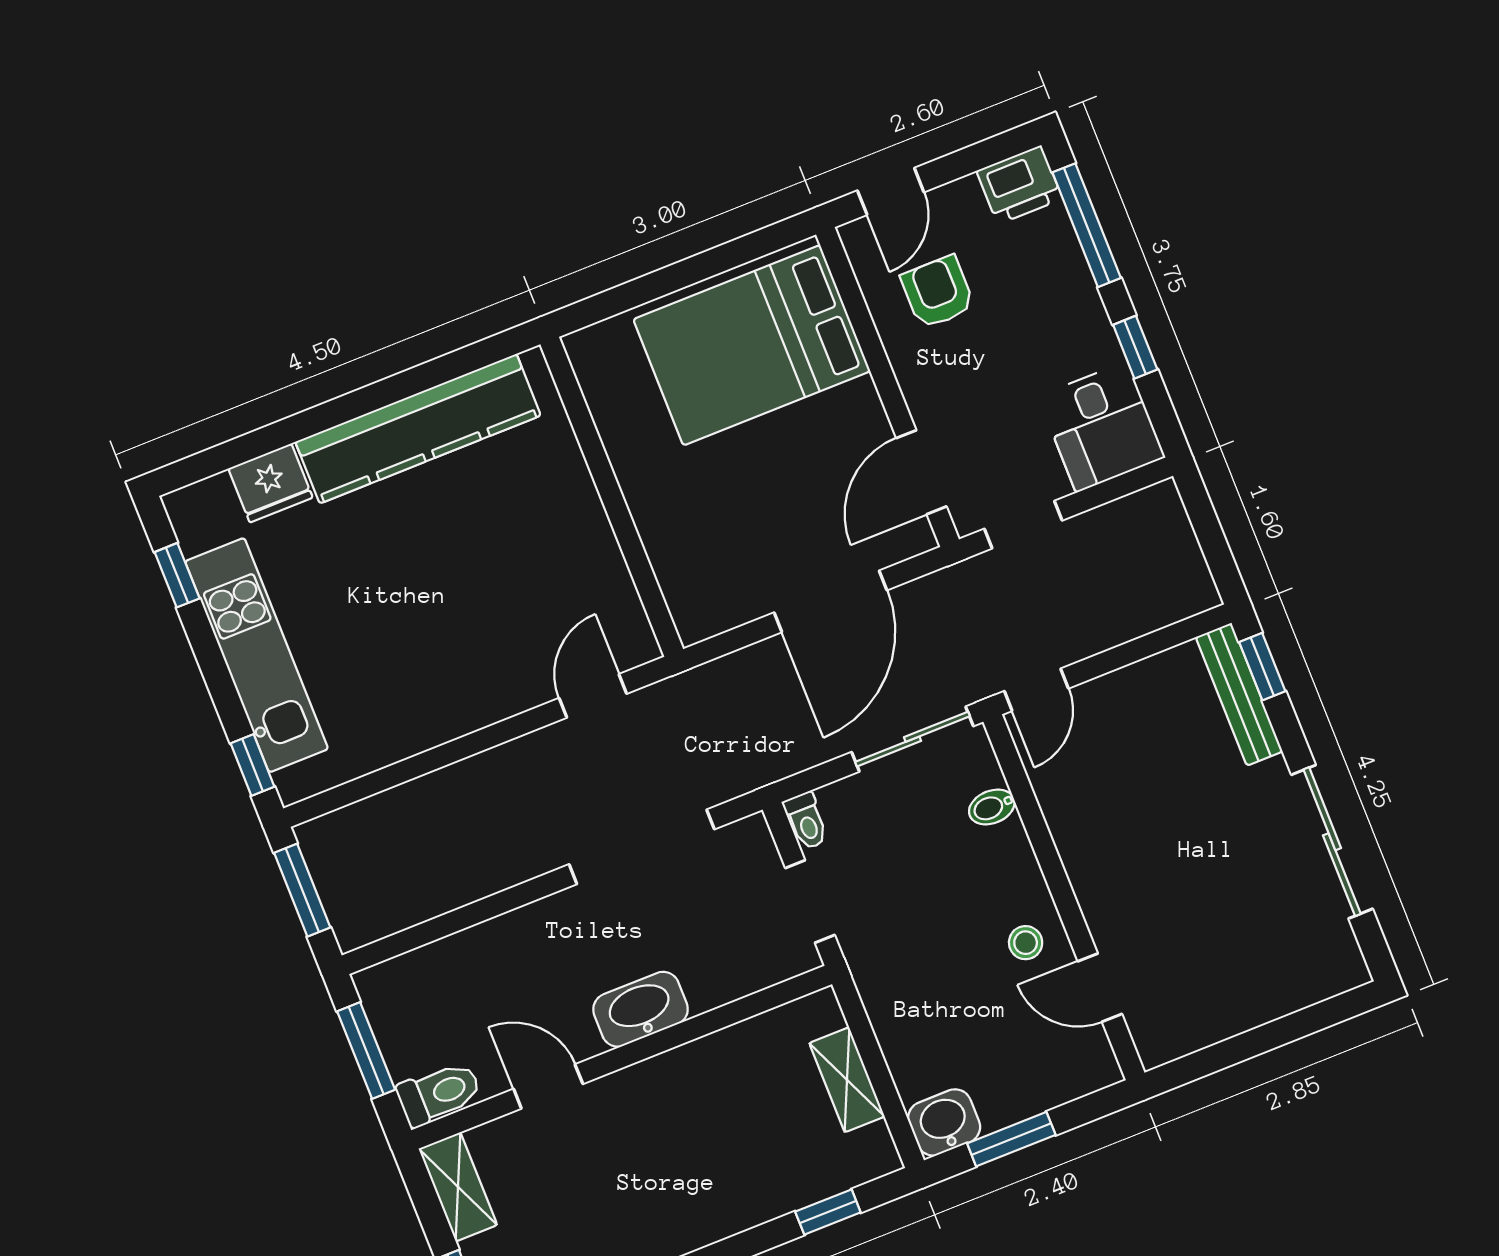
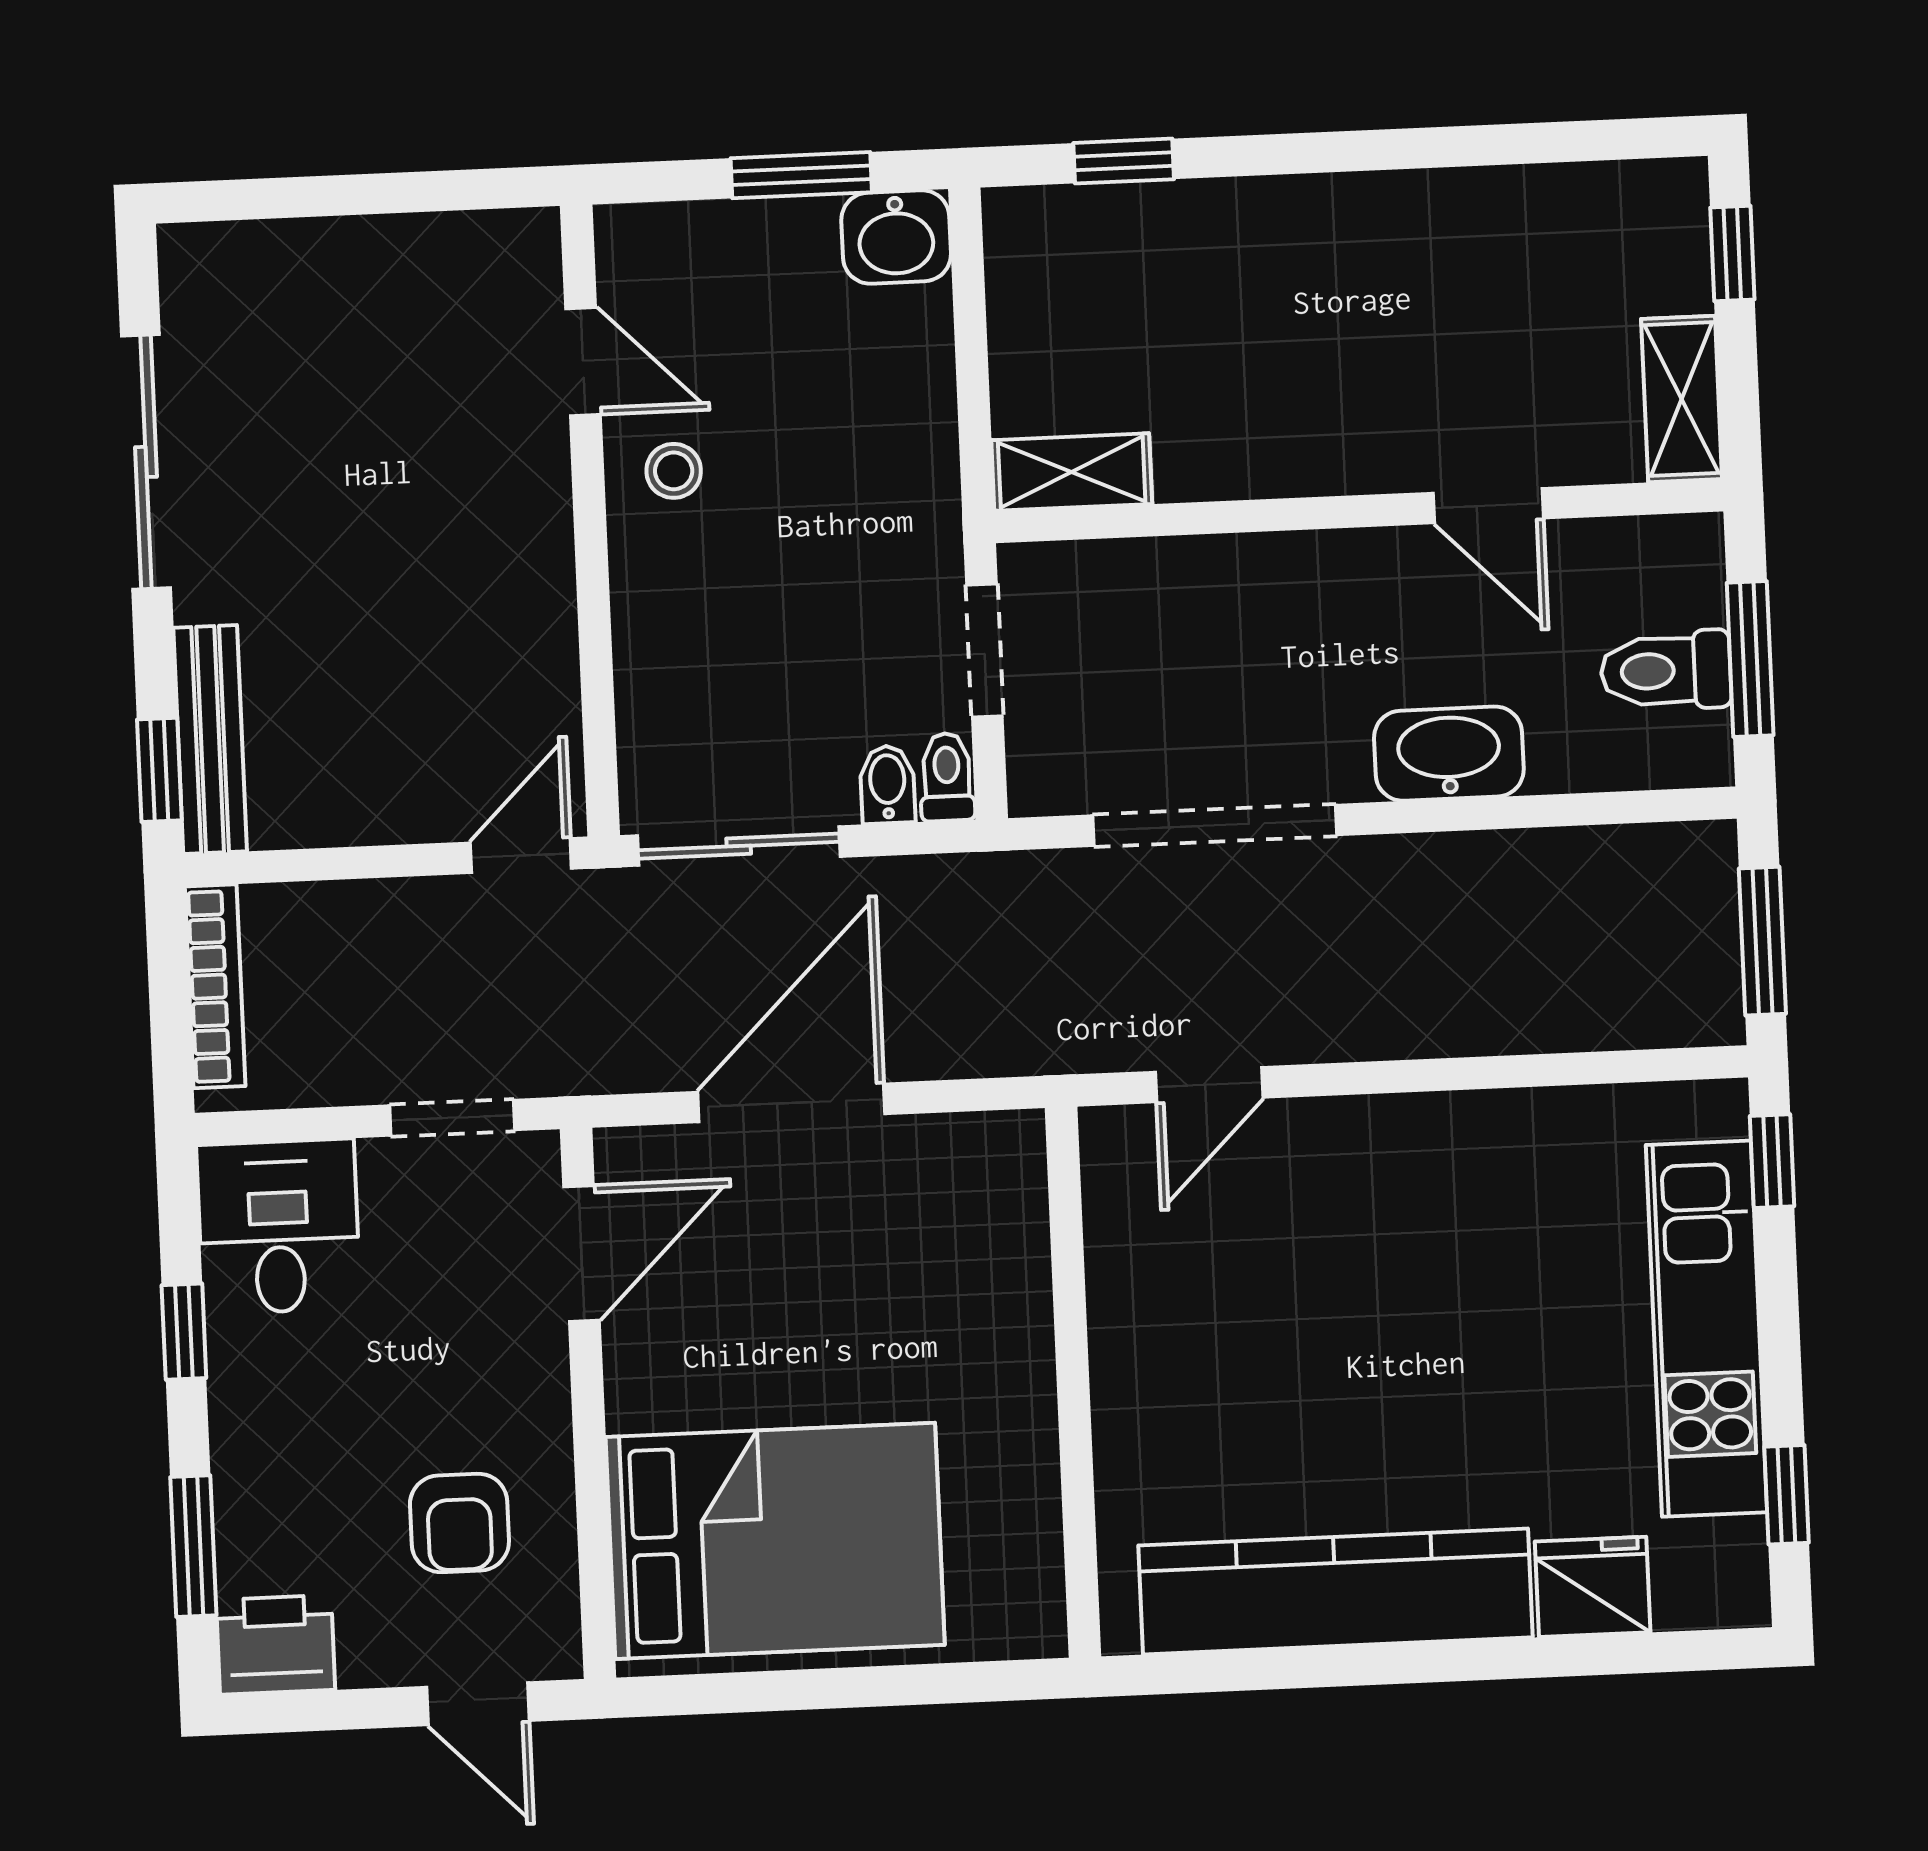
door: (891, 191) -> (478, 1704), swing flipped
window: (1087, 225) -> (193, 1546), width x0.69
bookcase: (1187, 553) -> (215, 986), added
bidet: (992, 807) -> (887, 785), moved, turned -90
washbasin: (641, 1009) -> (1449, 754), moved, turned 180
shelving: (847, 1080) -> (1072, 472), moved, turned 90
toilet: (439, 1093) -> (1666, 671), moved

